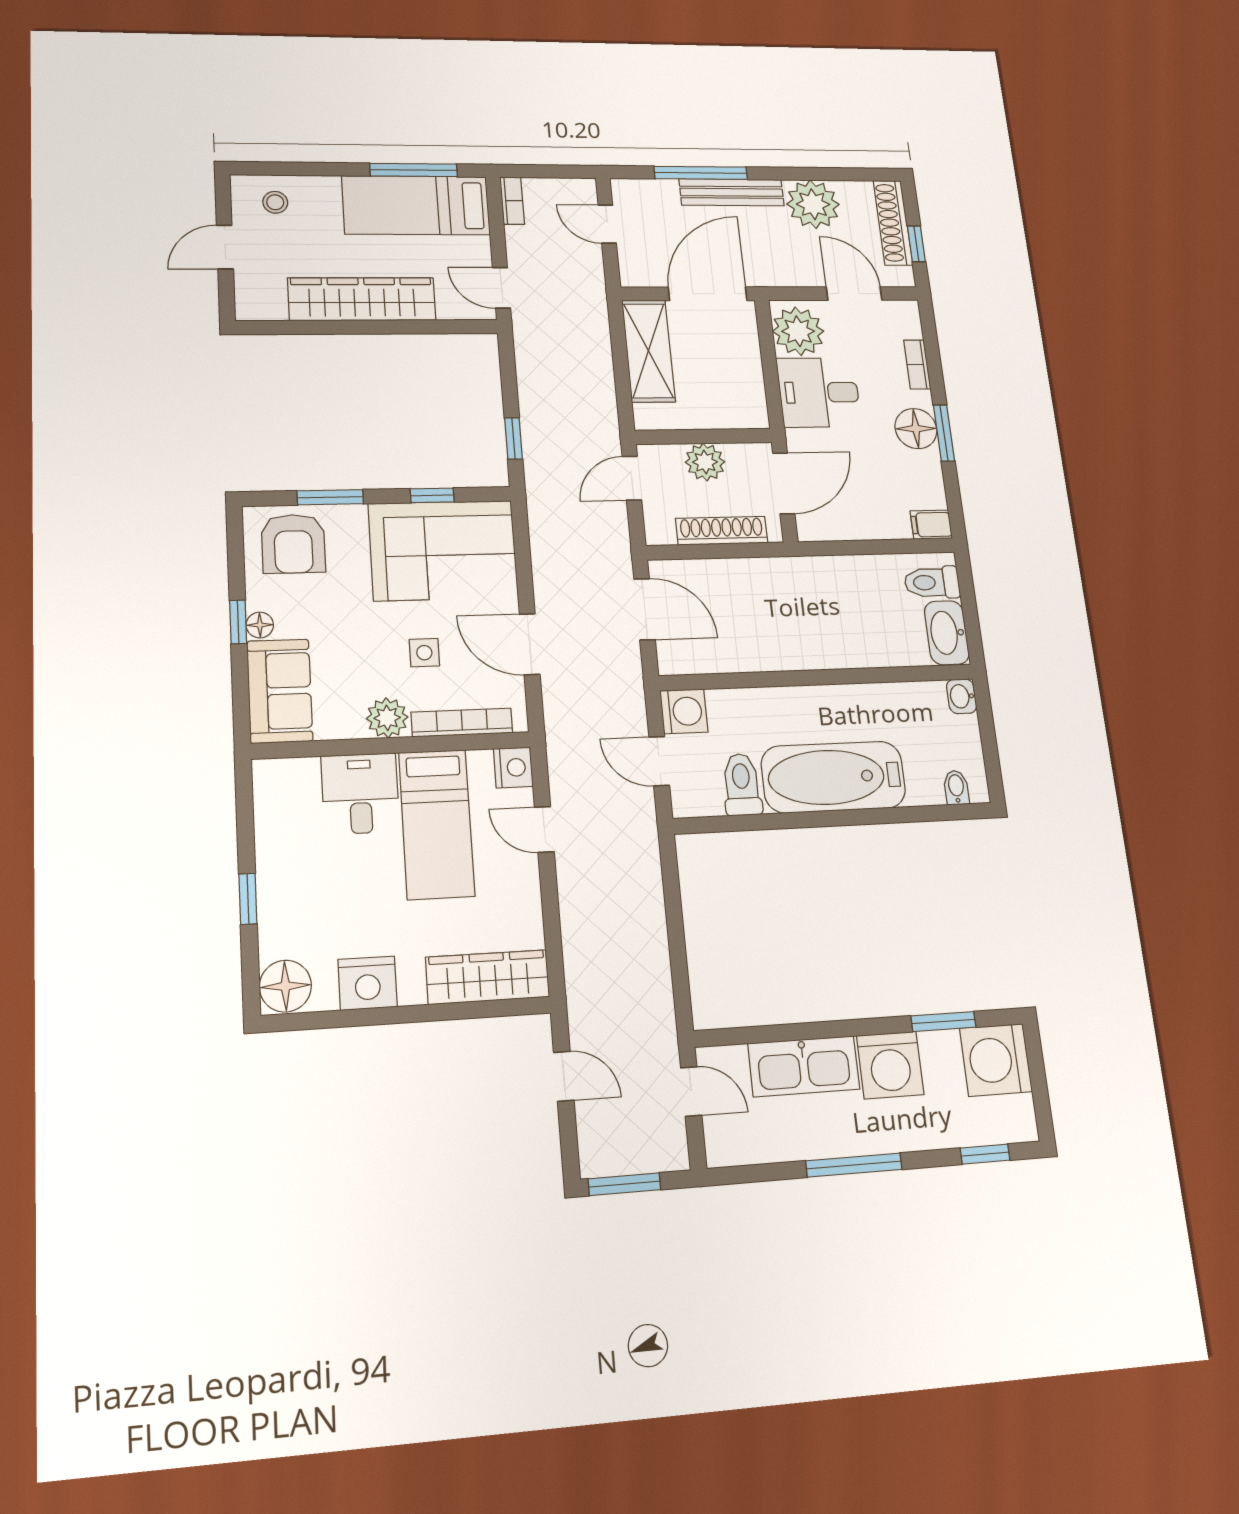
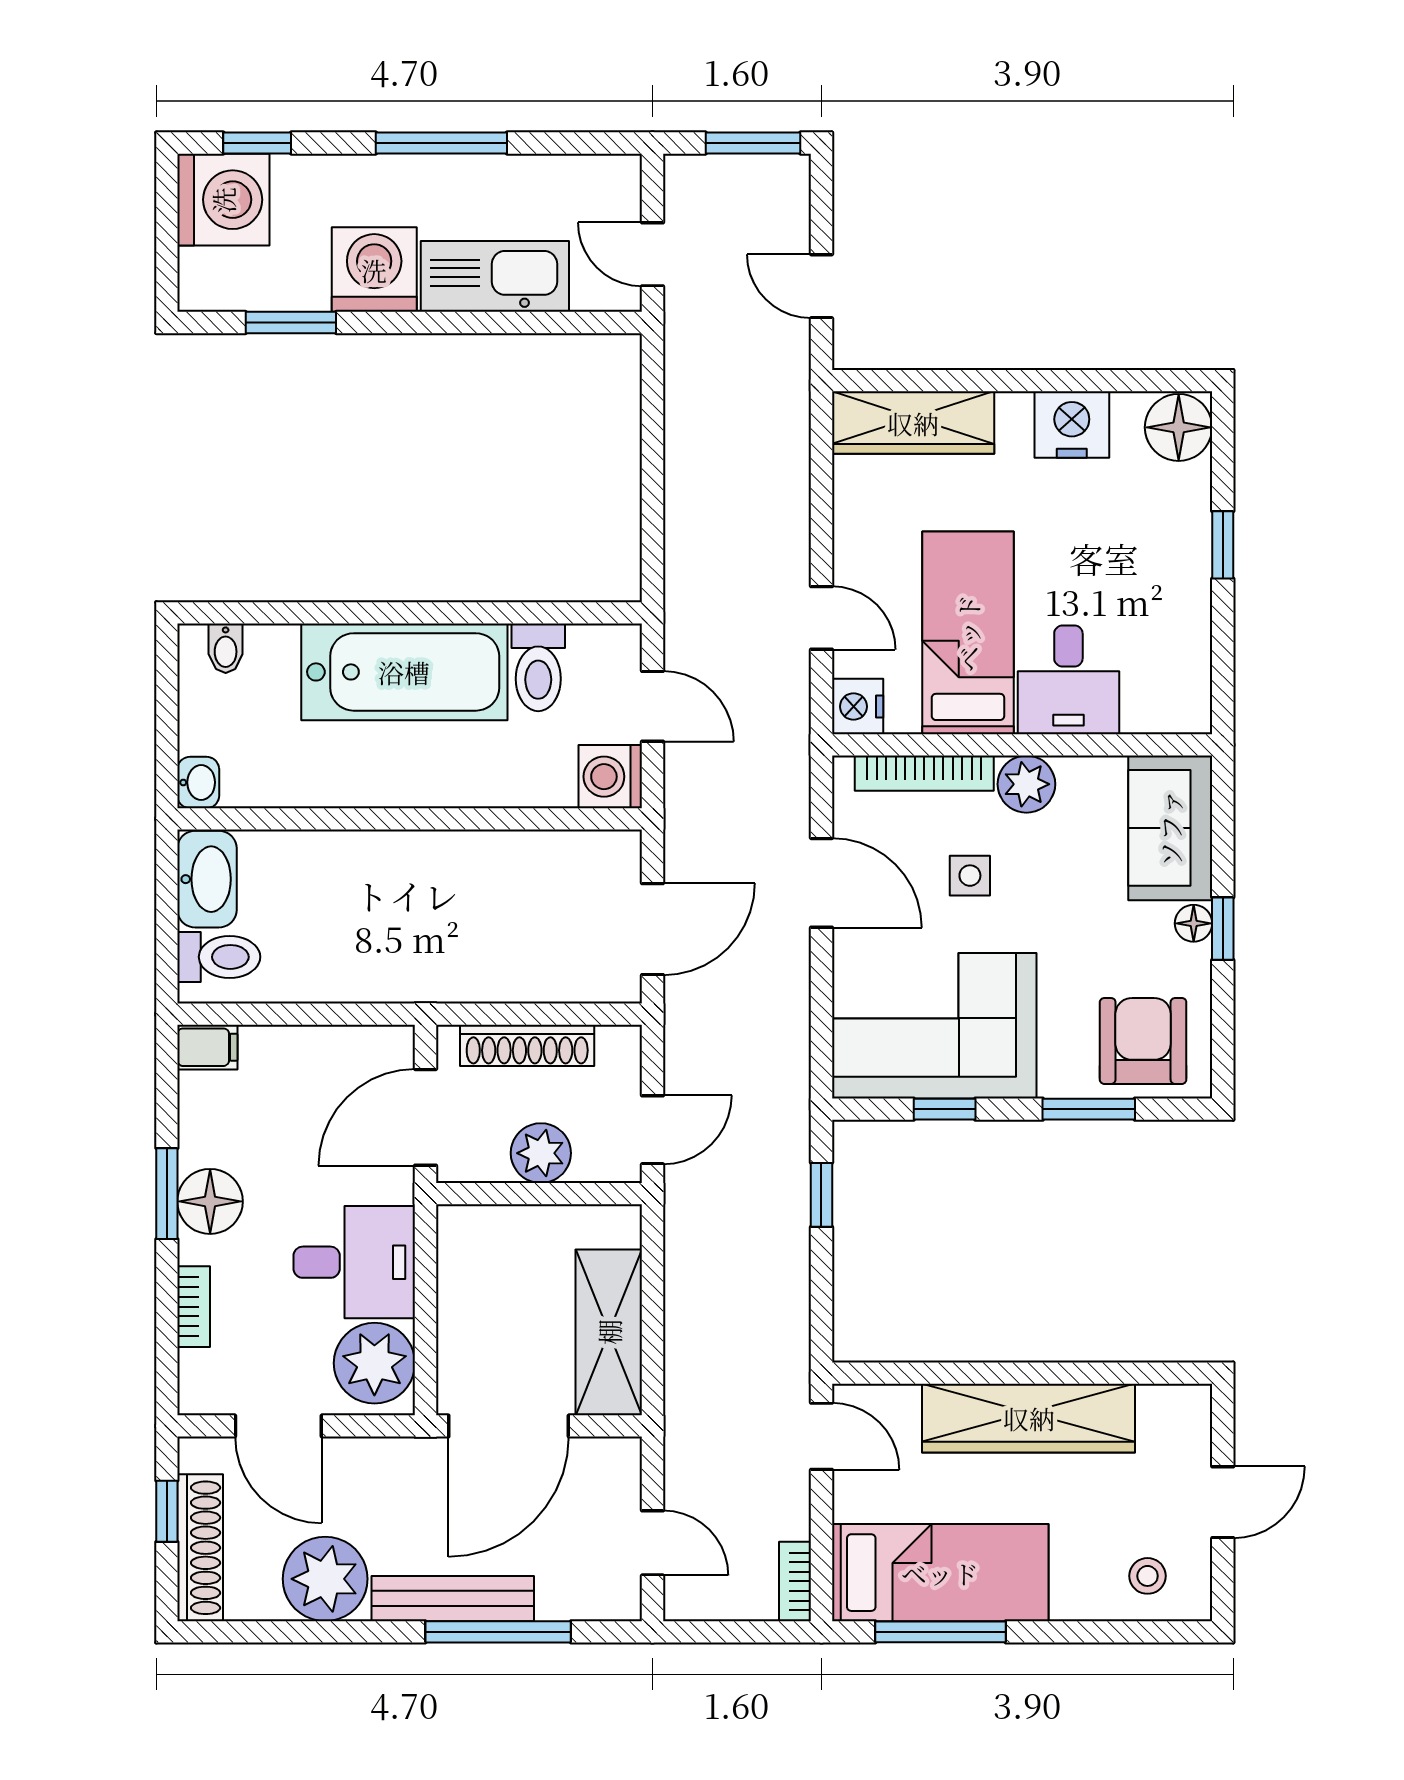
door: (645, 609) -> (653, 929), swing flipped
washing machine: (996, 1060) -> (223, 200), moved

